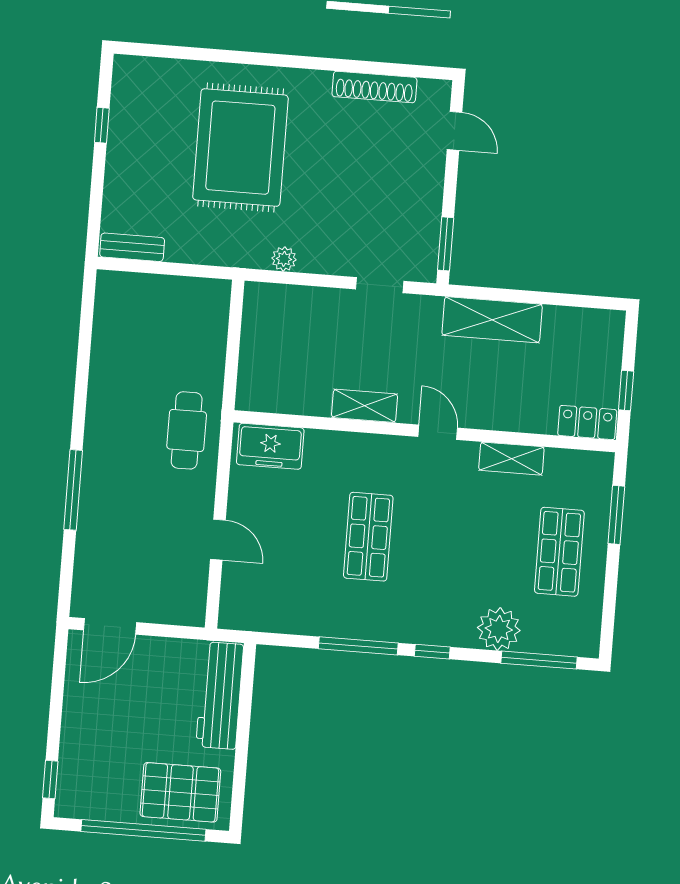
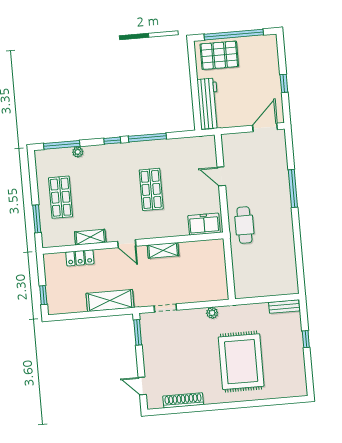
window: (102, 125) -> (306, 339), moved
window: (626, 391) -> (43, 295), moved
locker: (587, 423) -> (80, 258), moved
plant: (499, 629) -> (78, 152), width x0.53, depth x0.53
window: (50, 779) -> (284, 83), moved

